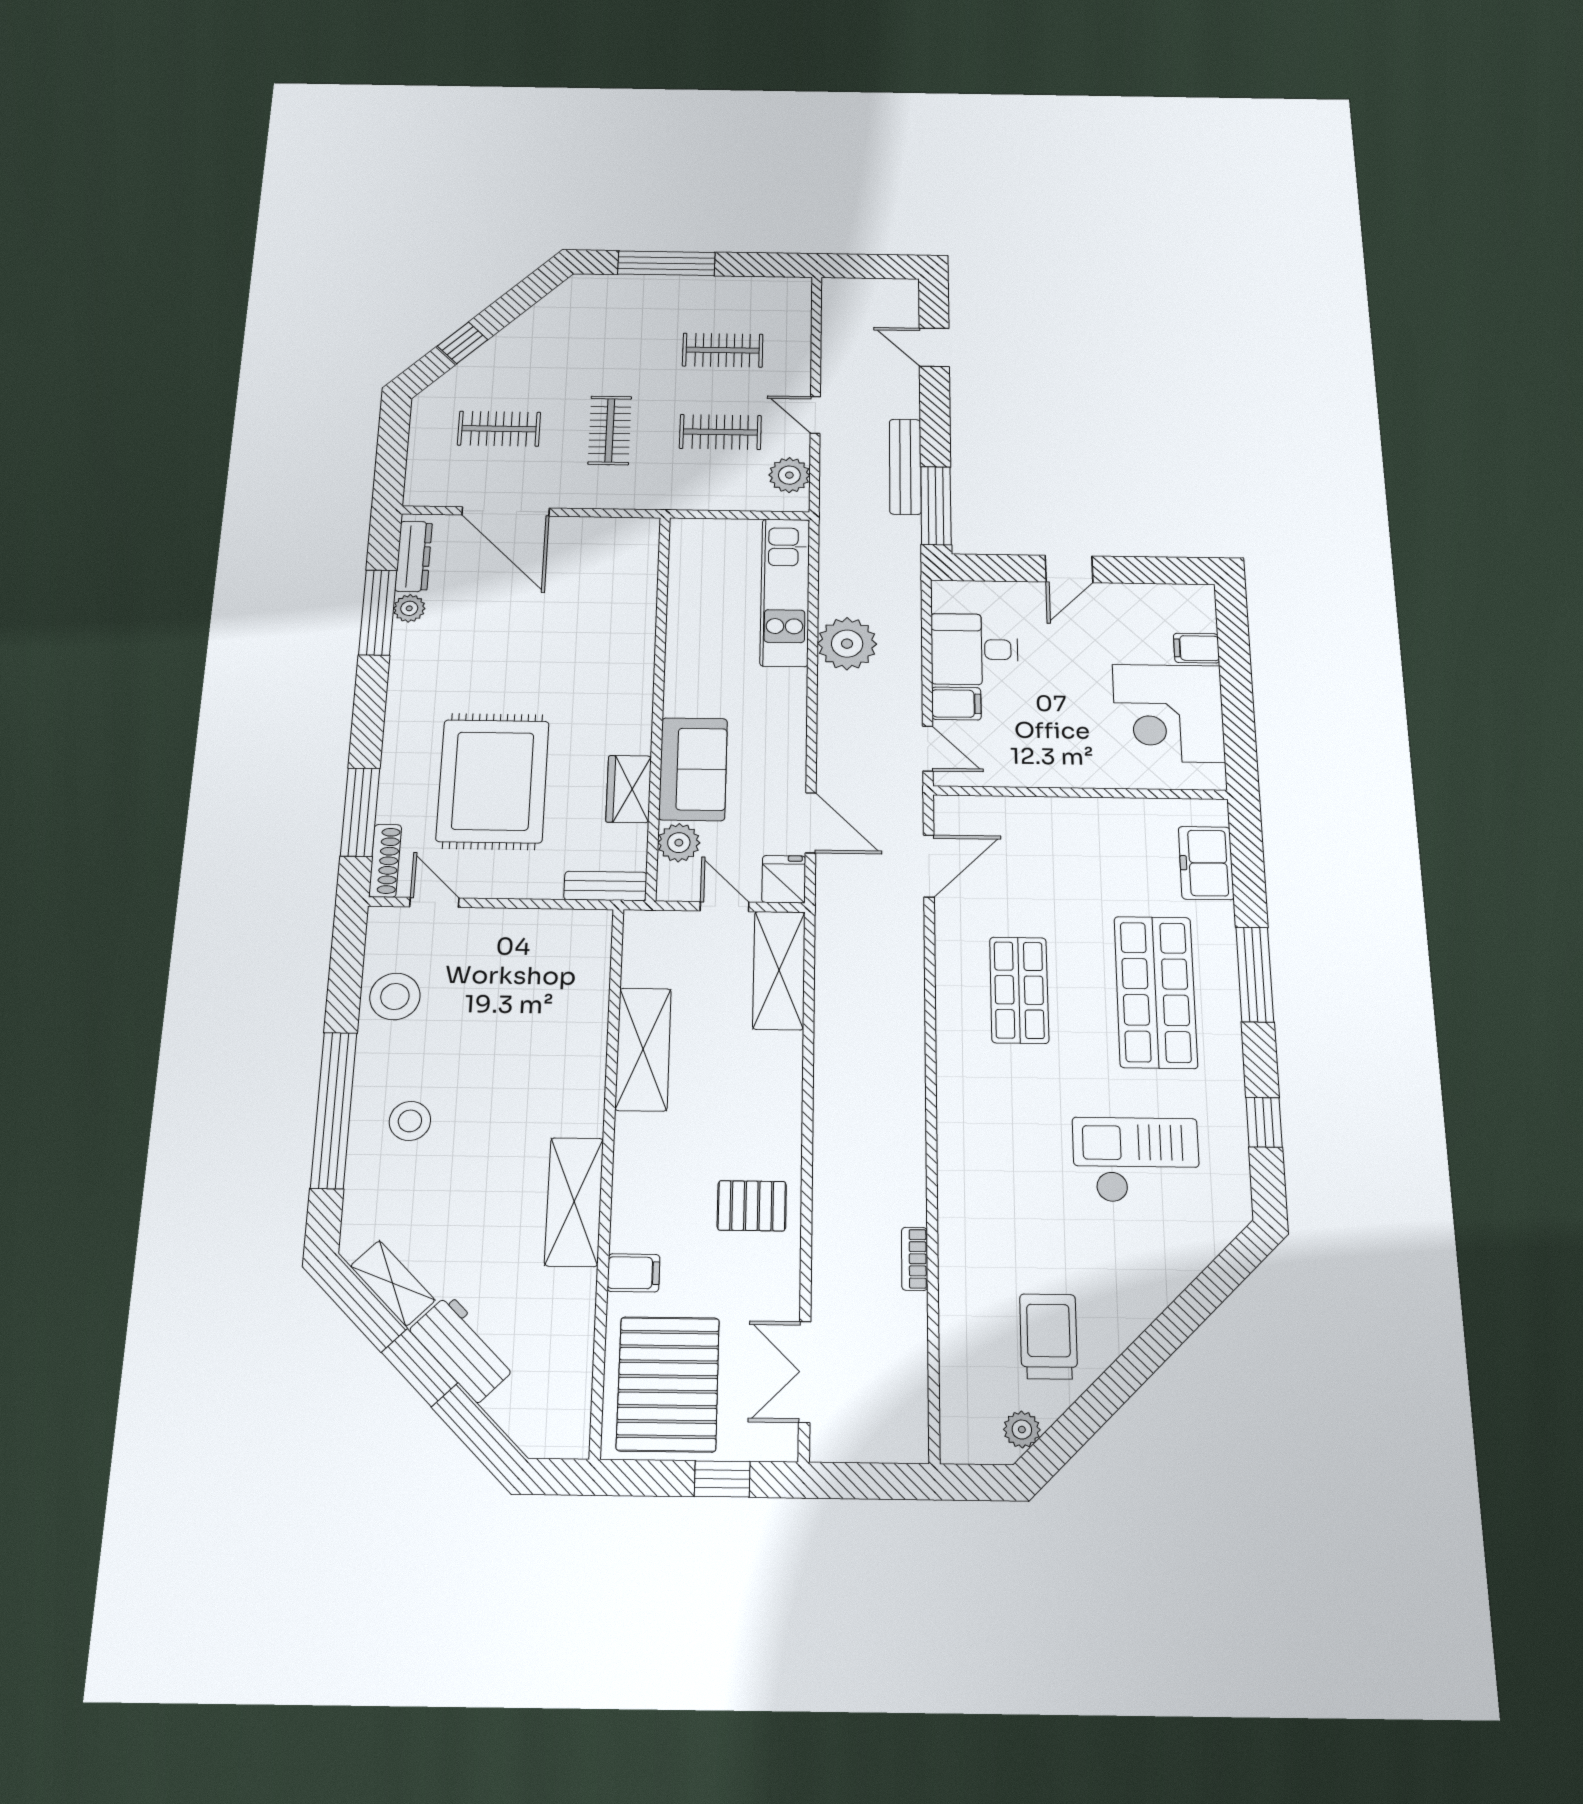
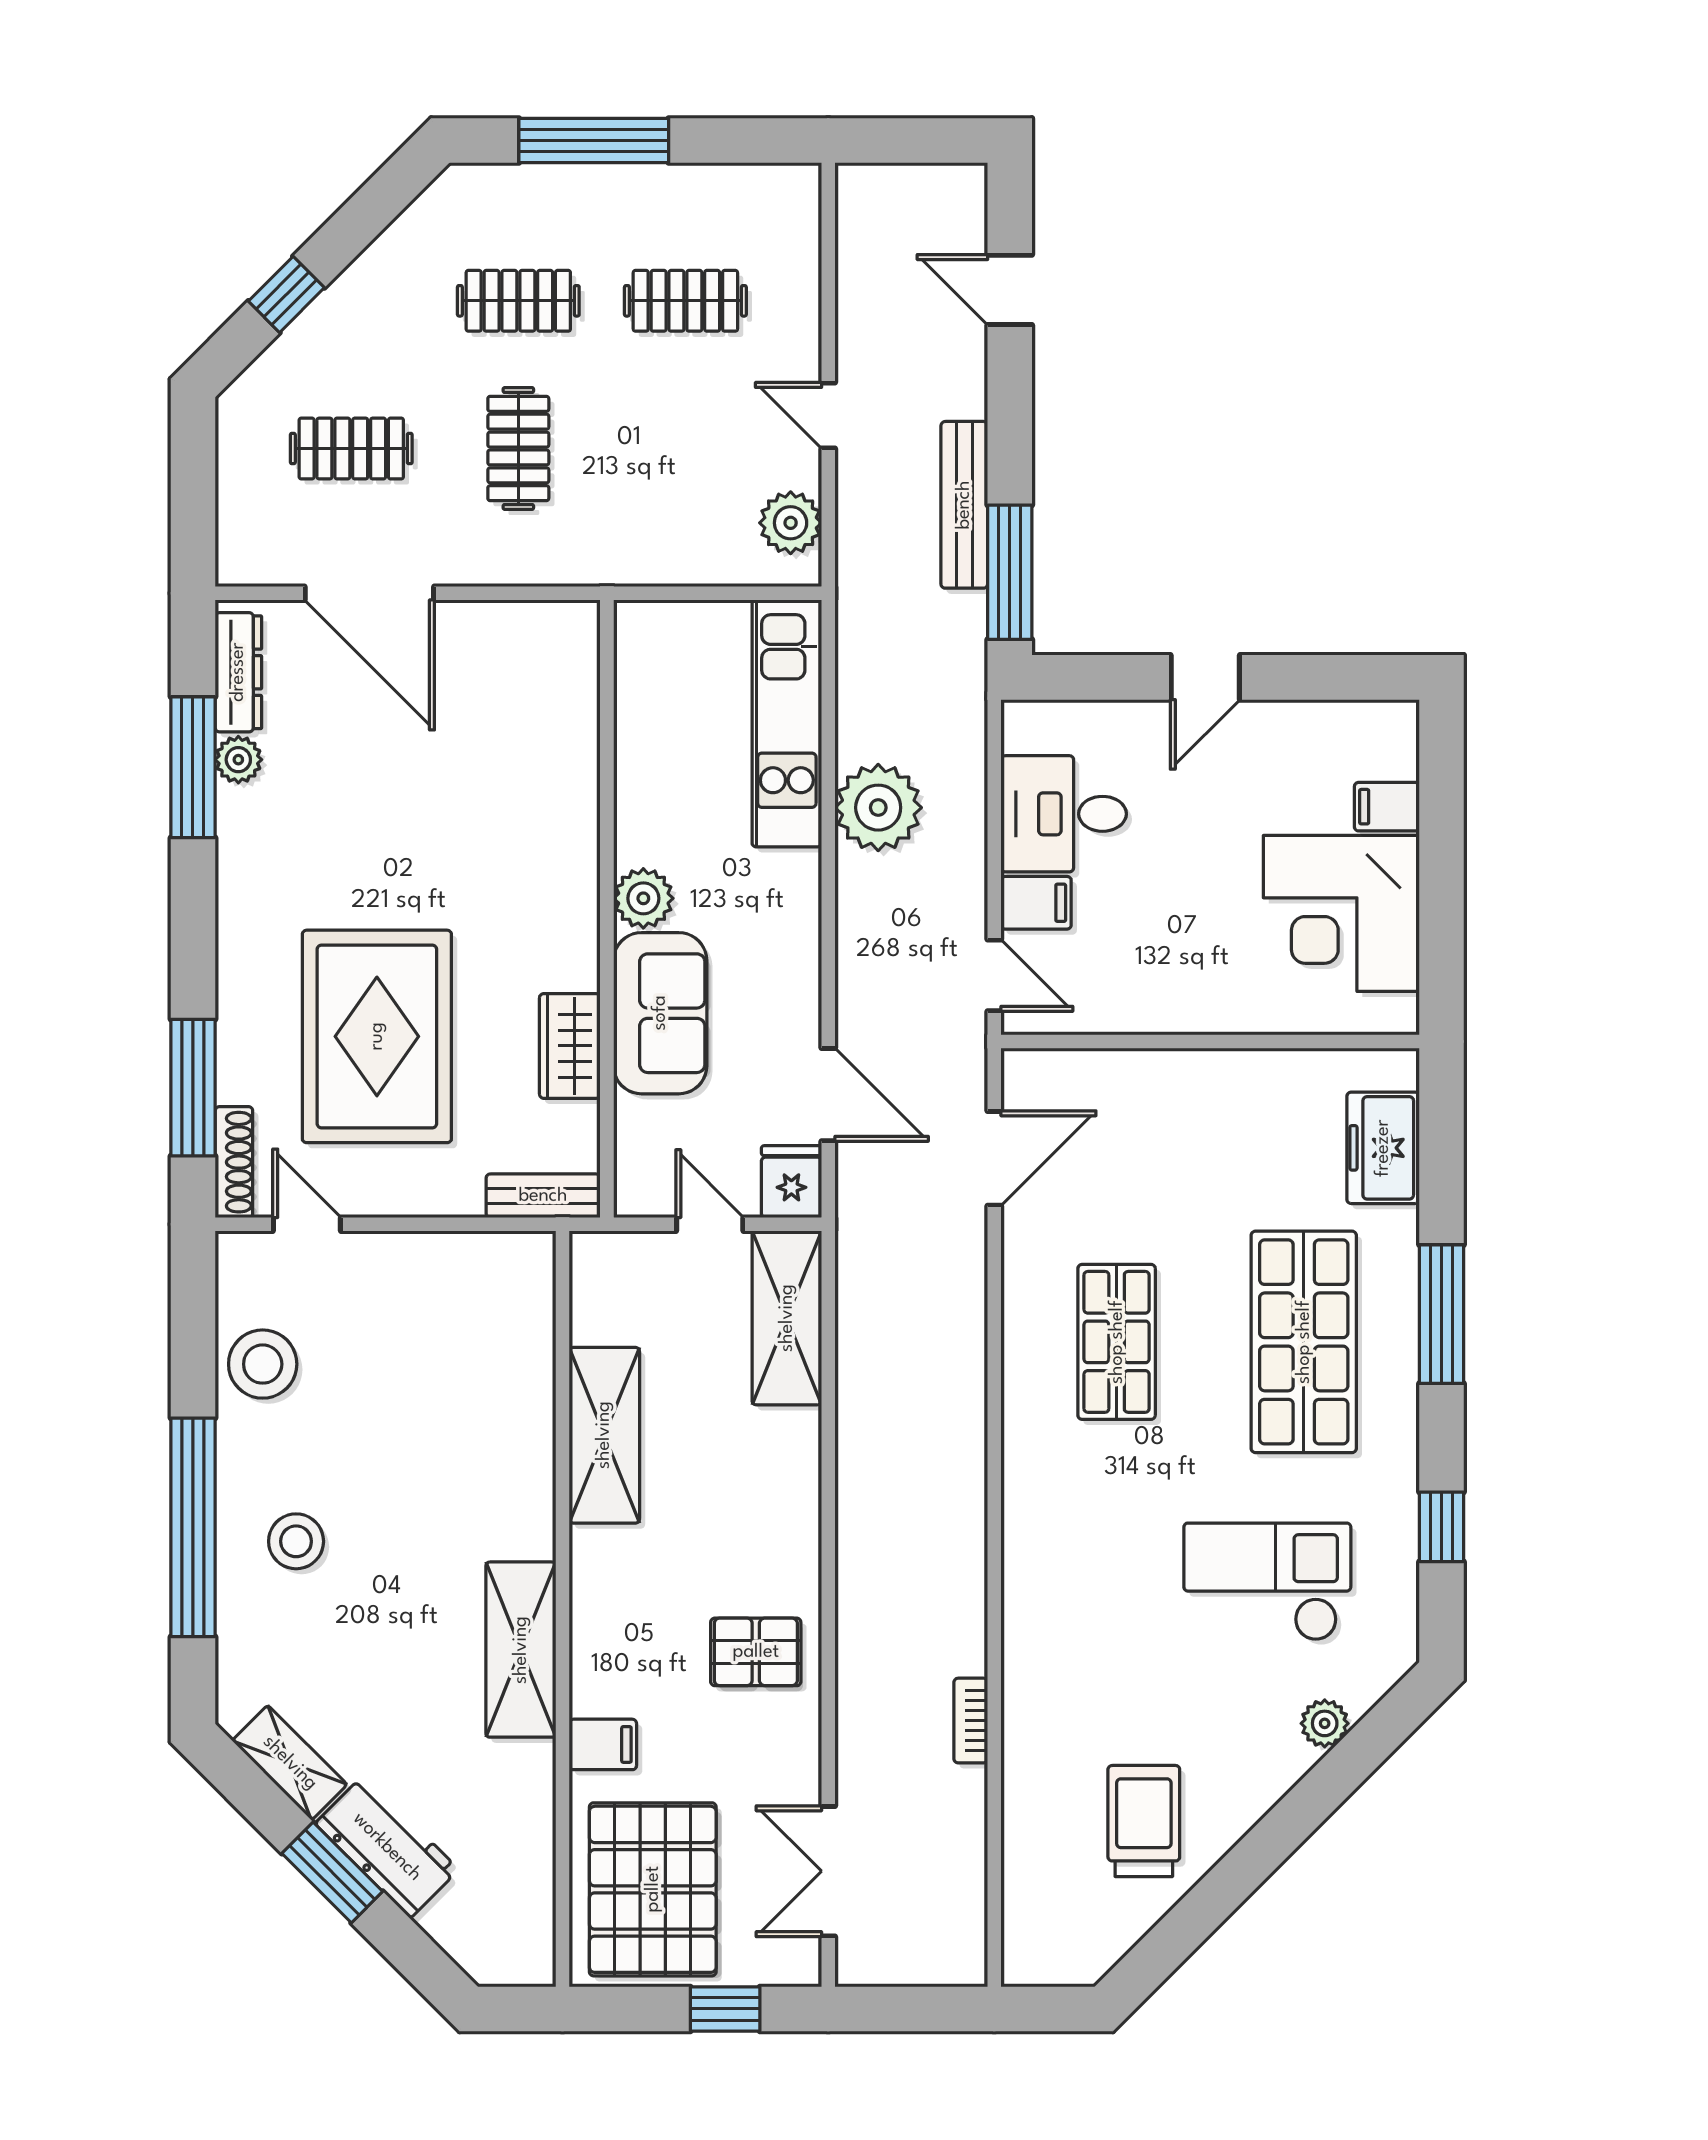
clothes rail: (720, 432) -> (518, 301), moved
plant: (679, 843) -> (643, 898), moved
plant: (1022, 1430) -> (1325, 1723), moved

